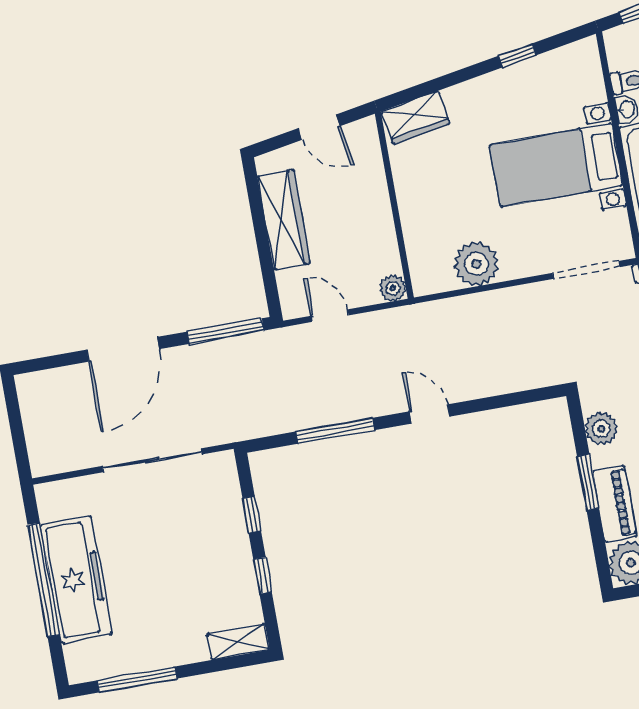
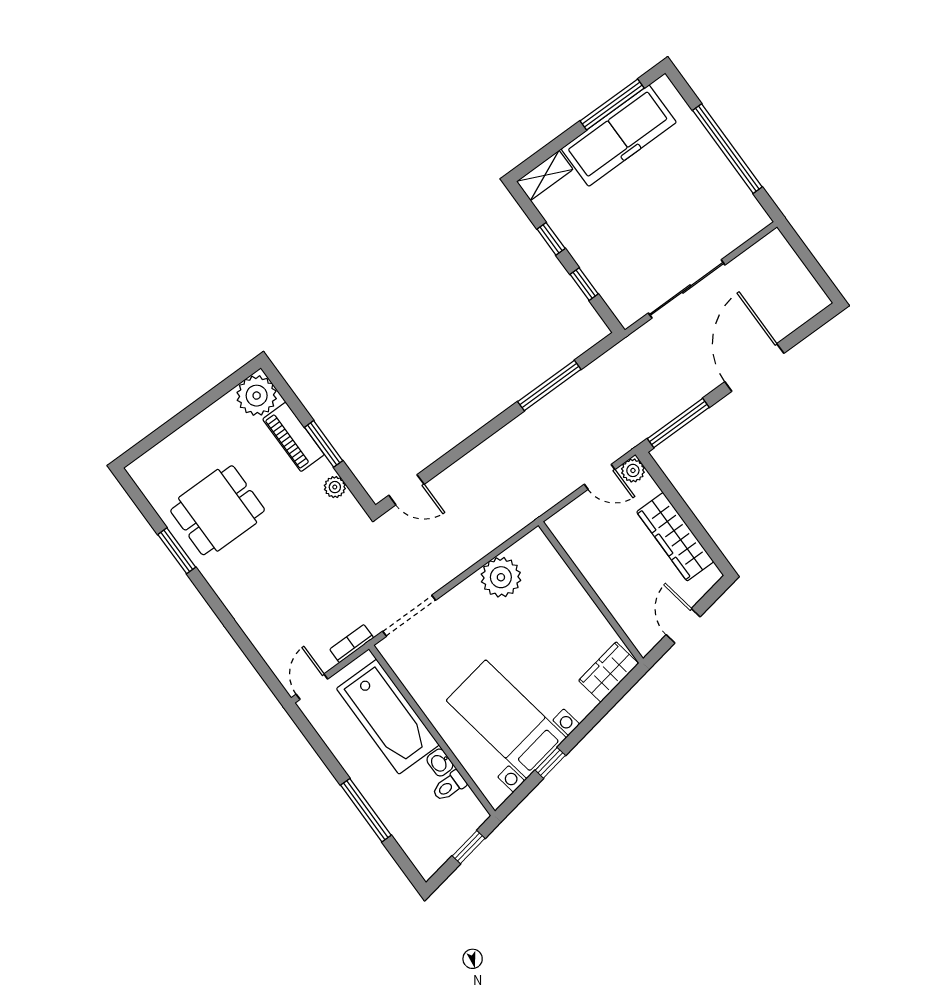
door: (319, 127) -> (683, 626), hinge flipped
bed with nightstands: (556, 165) -> (506, 719), moved, turned -100
plant: (393, 288) -> (633, 470), moved
door: (429, 414) -> (406, 490), moved
plant: (601, 429) -> (335, 487), width x0.73, depth x0.73
freezer: (76, 580) -> (619, 136), moved, turned -90

